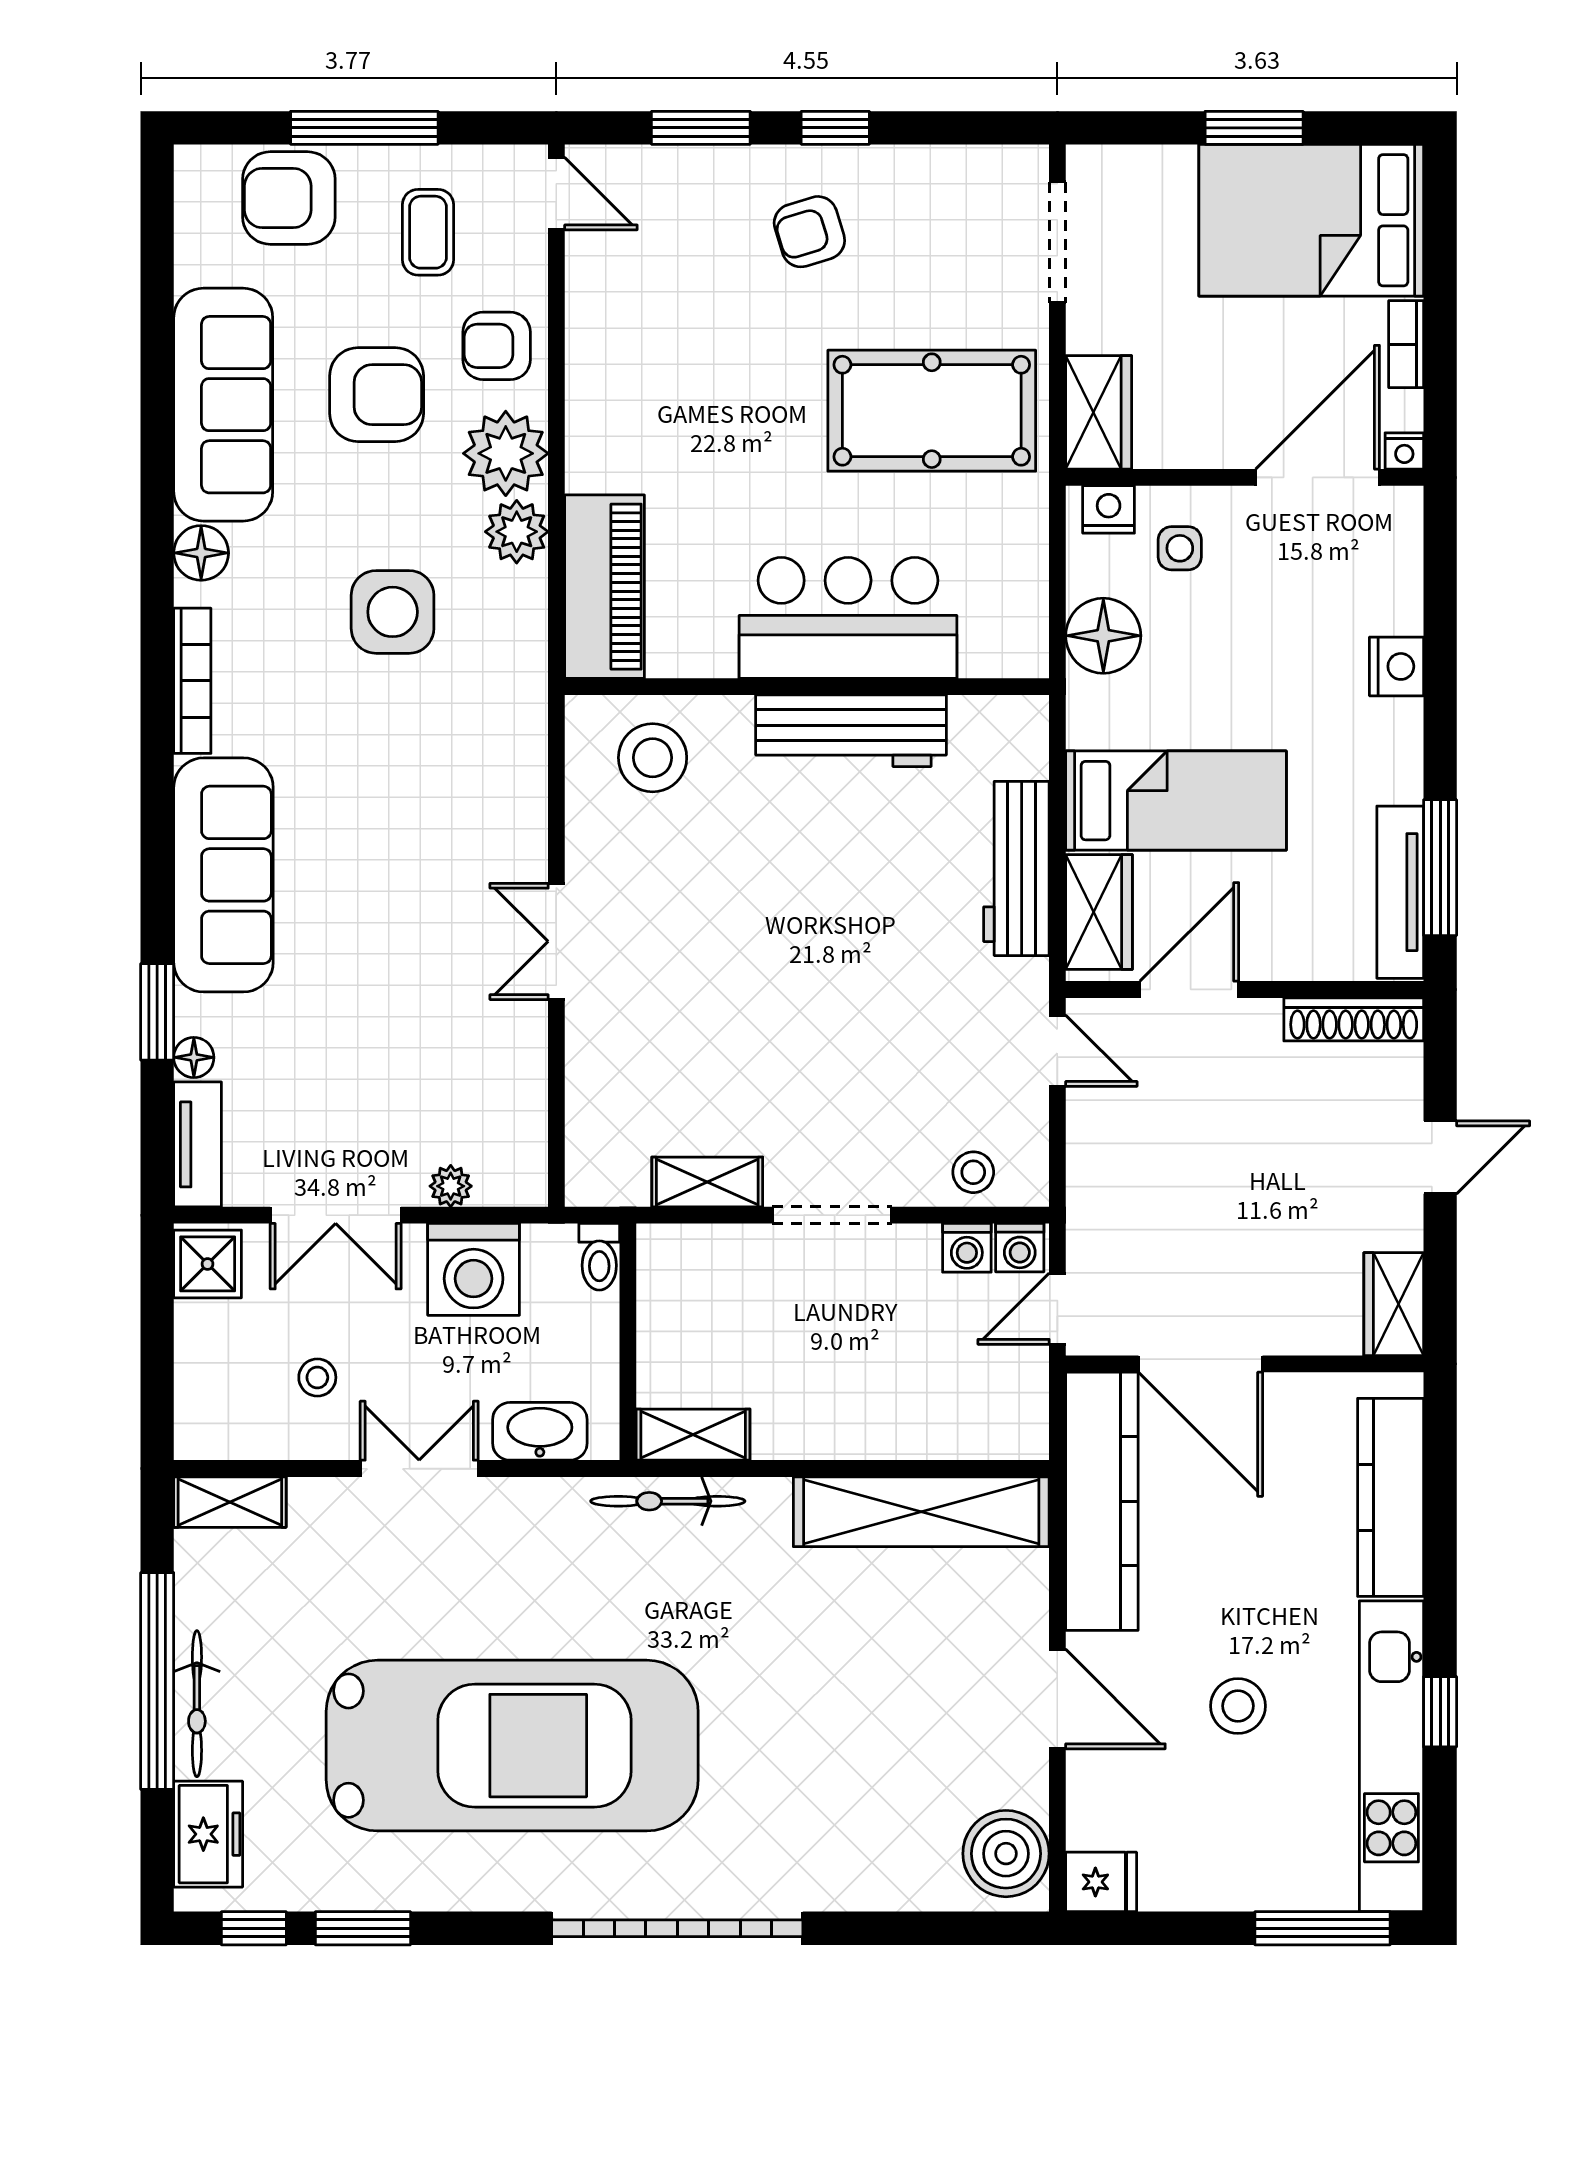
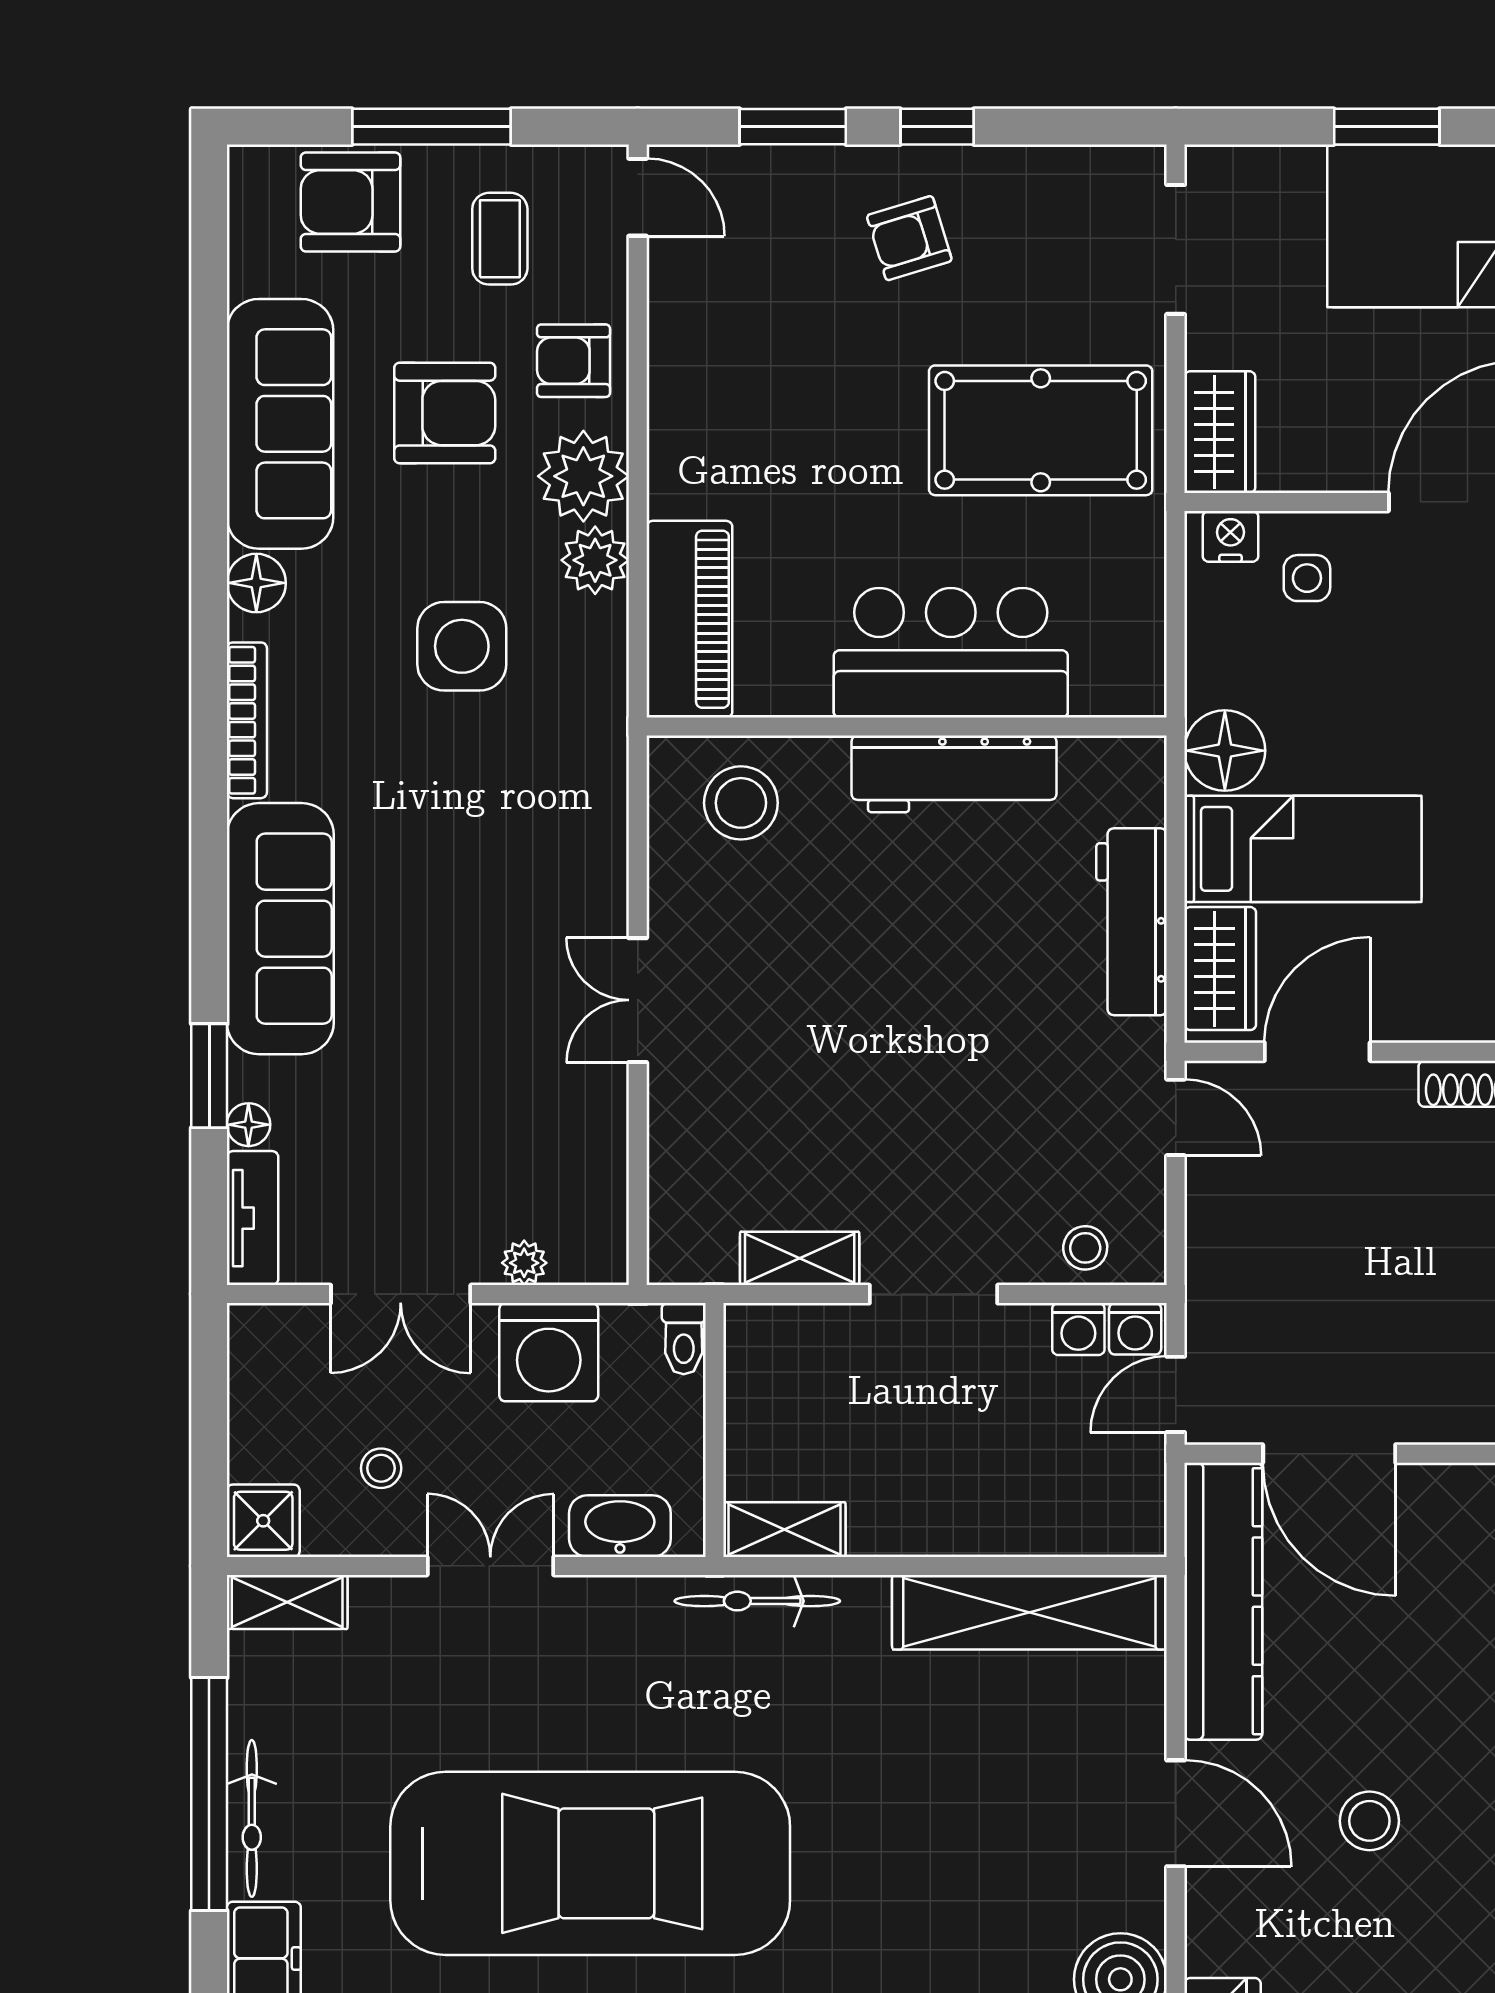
floor lamp: (1103, 636) -> (1225, 751), moved
shower: (208, 1264) -> (263, 1521), moved

